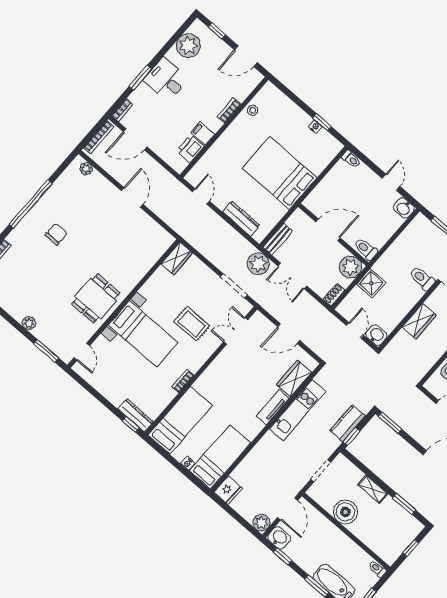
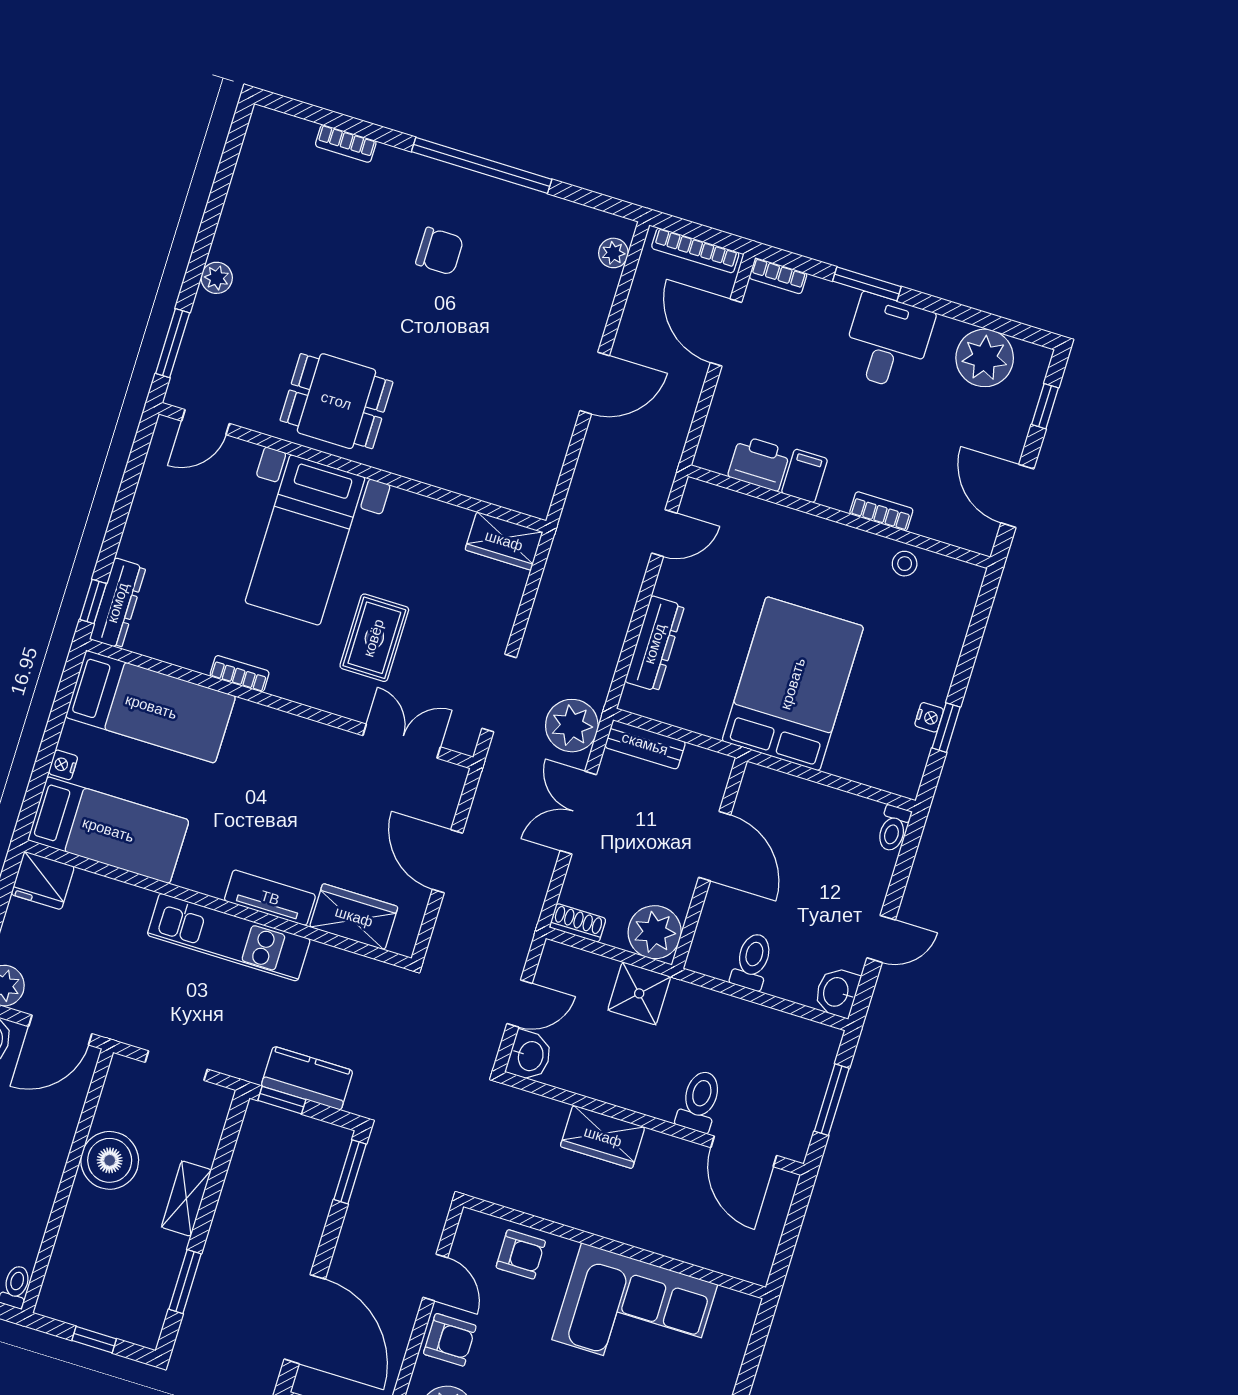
toilet: (366, 249) -> (752, 961), moved
kitchen unit: (297, 410) -> (229, 937), moved

